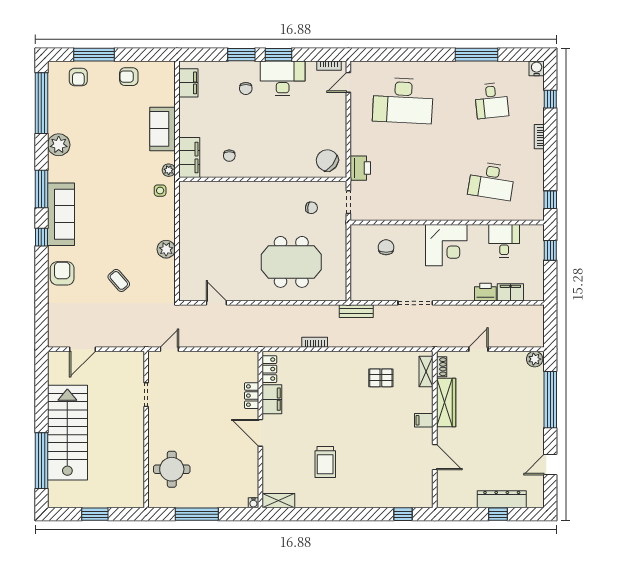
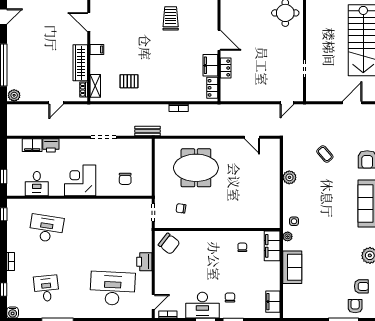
armchair: (129, 77) -> (361, 286), moved
printer: (360, 168) -> (144, 262), moved

